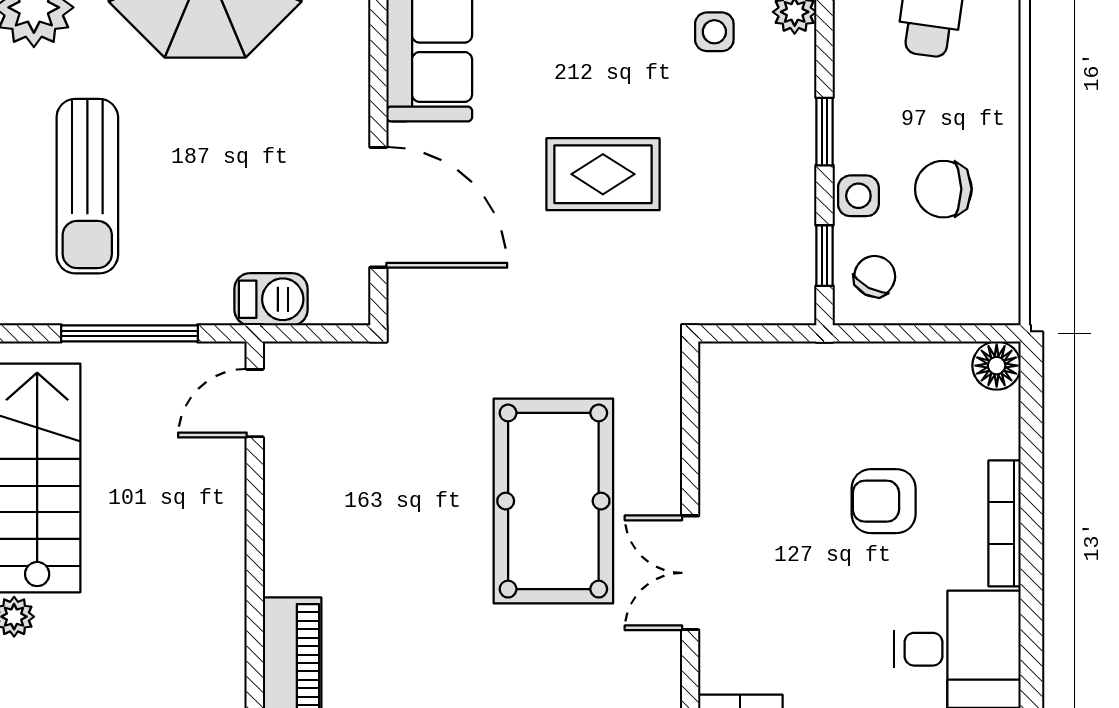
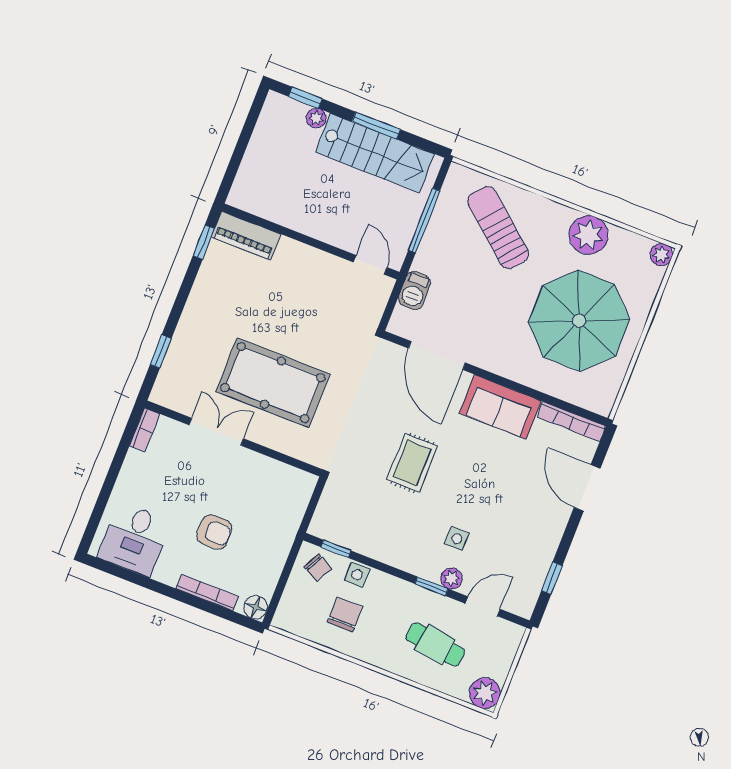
window: (825, 132) -> (432, 586), moved
sun lounger: (87, 186) -> (498, 228), turned 40
door: (378, 207) -> (437, 355), hinge flipped
armchair: (884, 501) -> (214, 532), turned 90
bookcase: (1005, 523) -> (207, 592), moved

